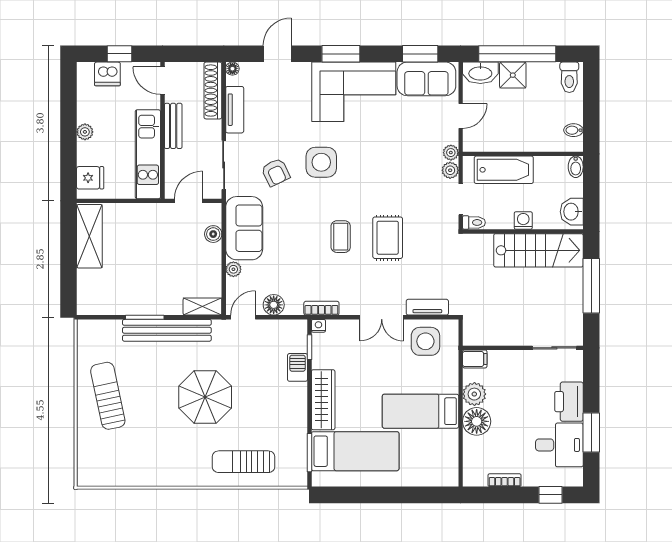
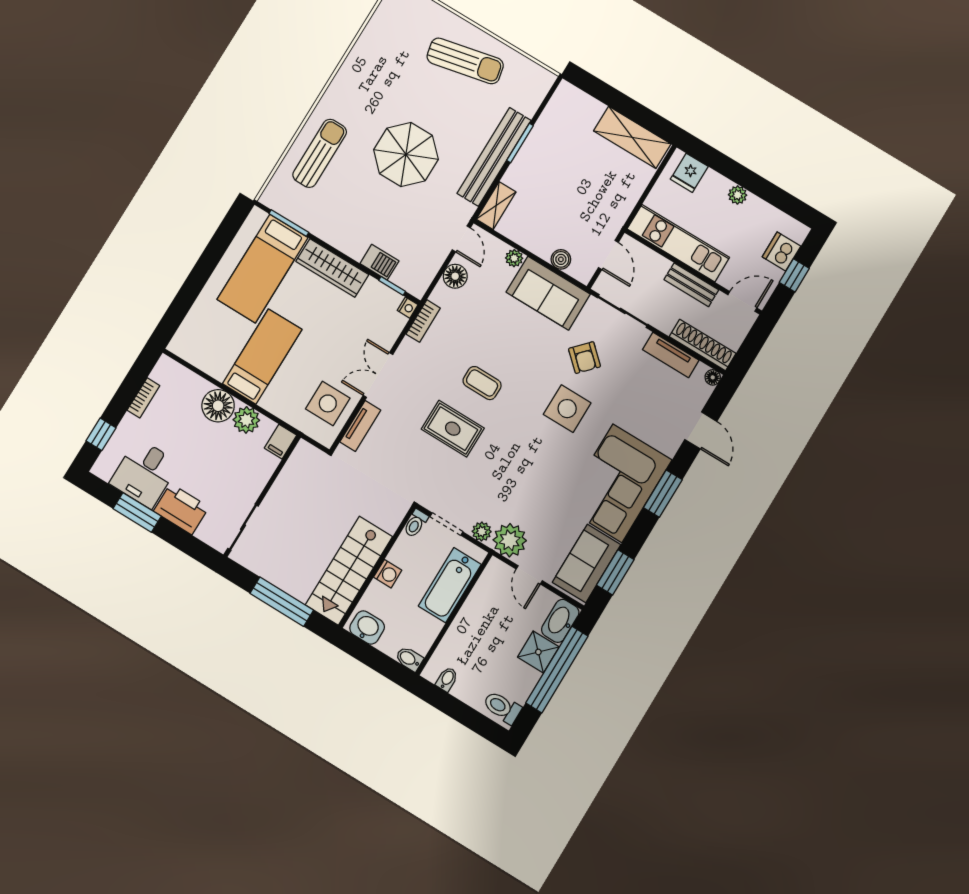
plant: (451, 153) -> (510, 540), width x1.88, depth x1.88
armchair: (276, 172) -> (585, 358), turned -111

